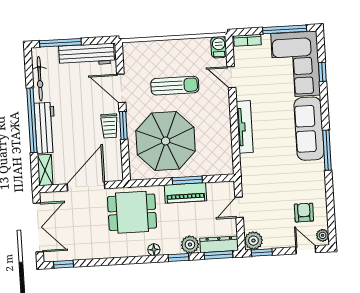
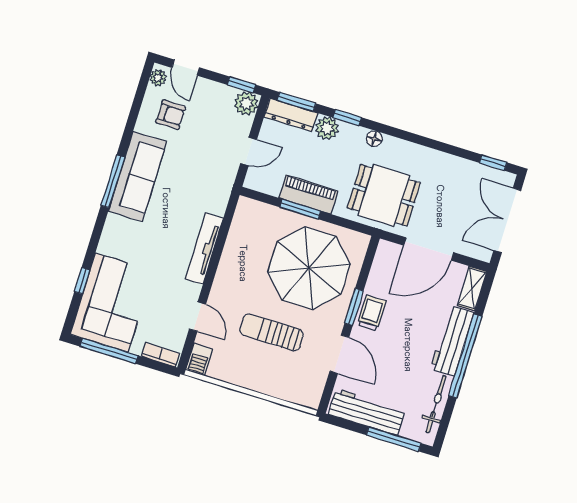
sofa: (309, 129) -> (138, 176), moved
armchair: (304, 213) -> (171, 115), turned -90

